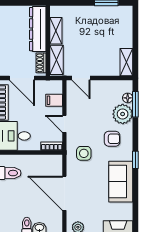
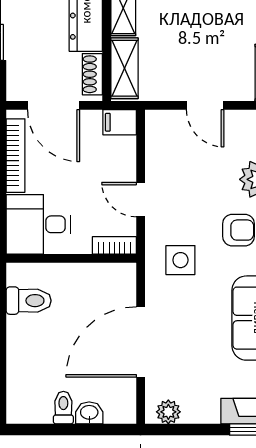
door: (81, 78) -> (205, 105), moved
filing cabinet: (54, 100) -> (120, 122), moved
door: (64, 193) -> (141, 342), hinge flipped

